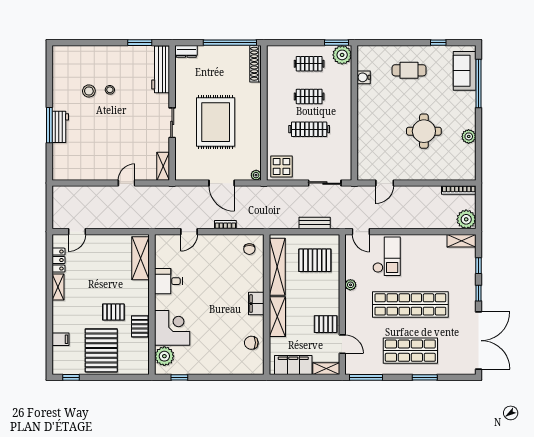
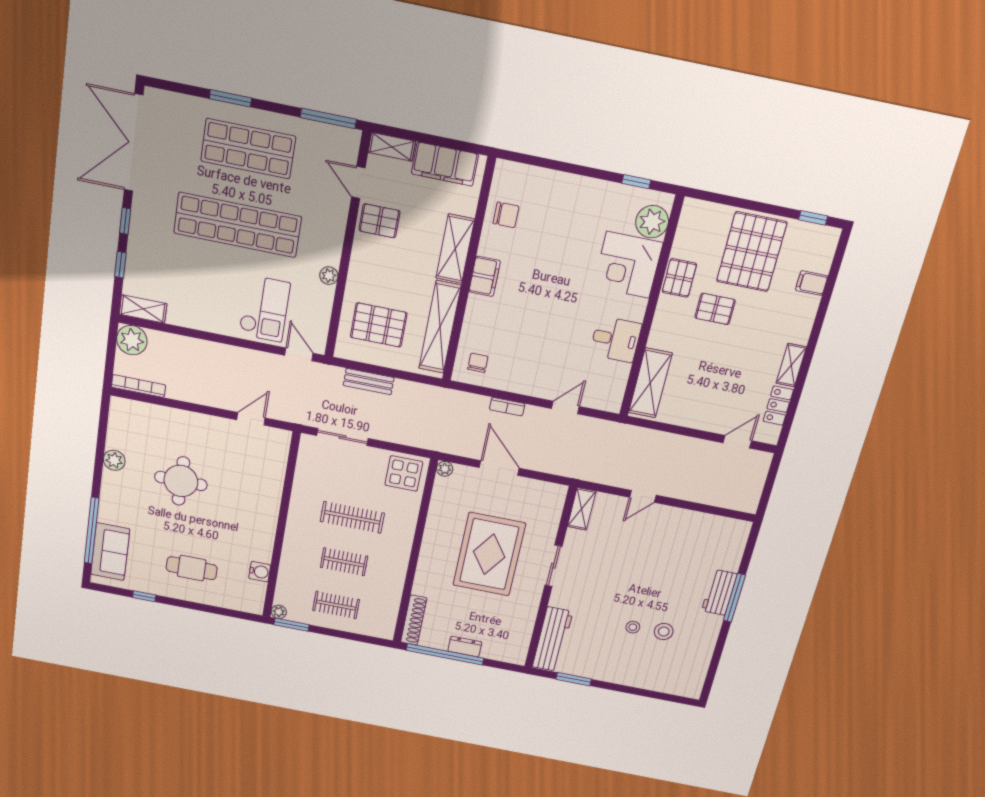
dresser: (186, 51) -> (465, 646), moved
plant: (342, 55) -> (279, 612), width x0.53, depth x0.53
checkout: (387, 256) -> (264, 309), turned 180

